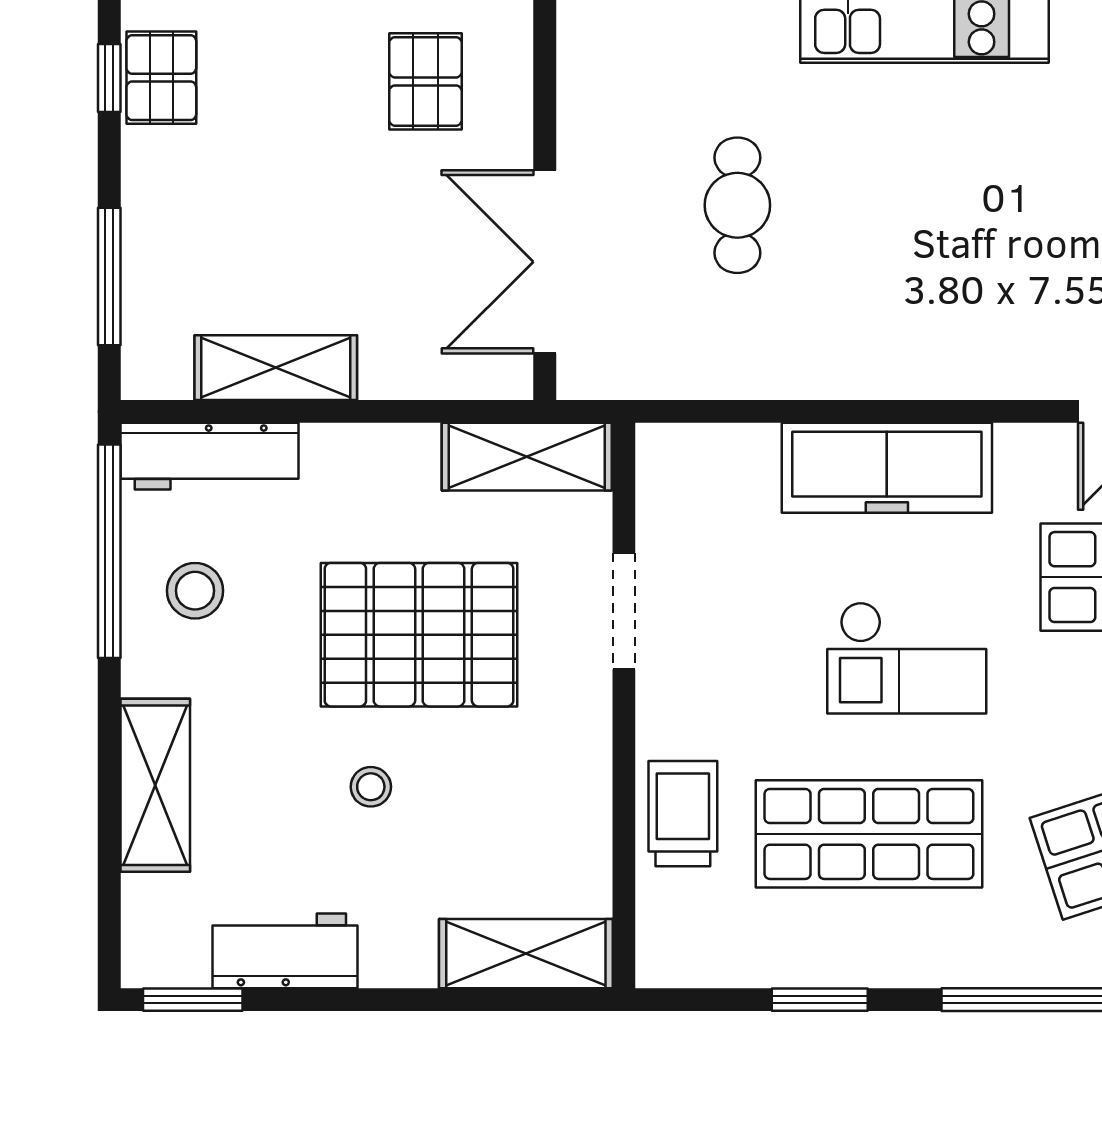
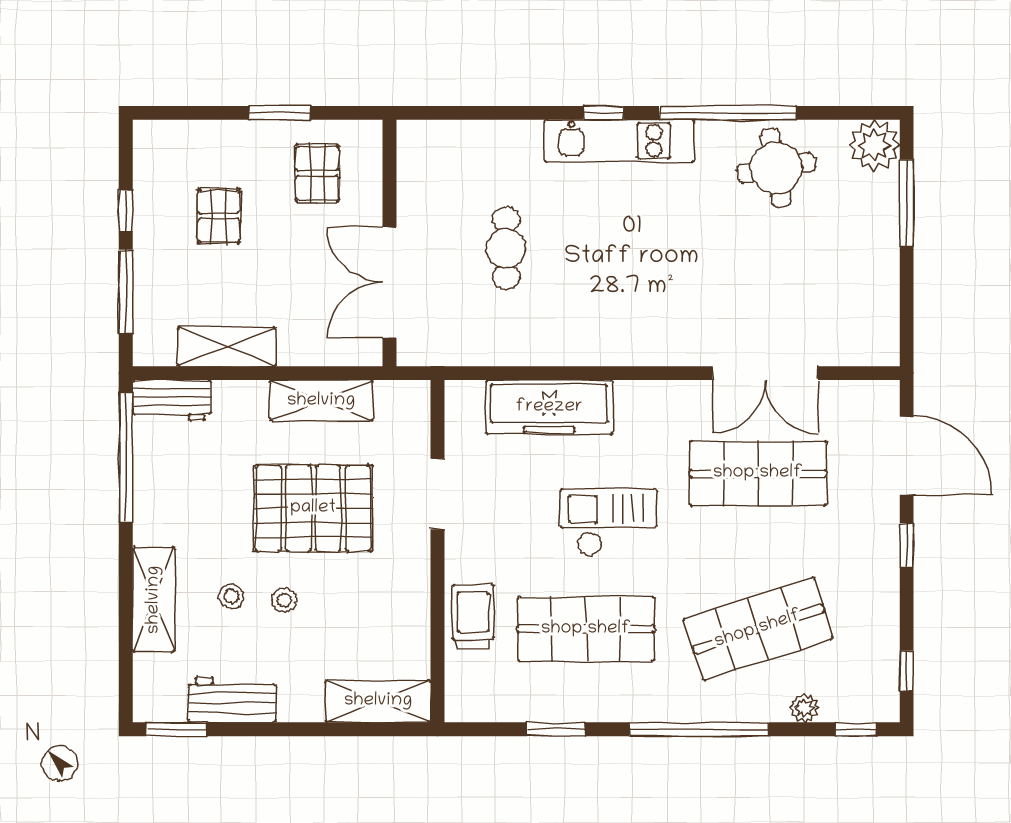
window: (109, 78) -> (126, 210), moved
pallet: (161, 78) -> (219, 216), moved
workbench: (210, 456) -> (172, 400), width x0.73
shelving: (527, 457) -> (321, 401), moved
freezer: (887, 468) -> (549, 407), moved
stool: (195, 591) -> (231, 596), moved, width x0.73, depth x0.73
checkout: (907, 658) -> (609, 522), turned 180

